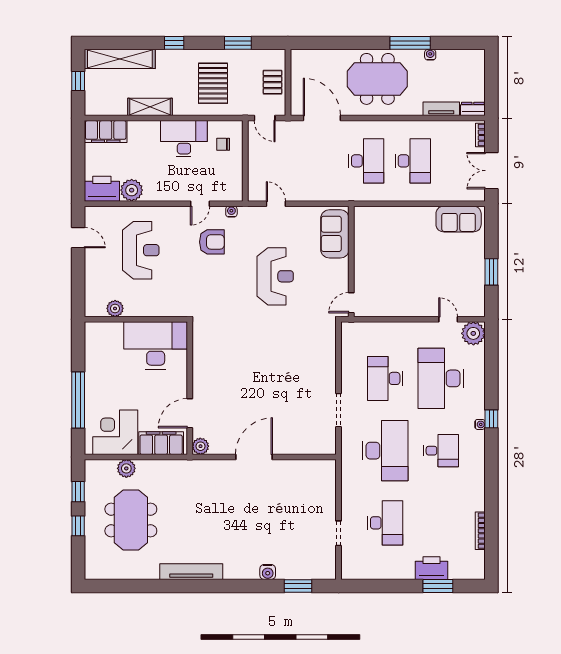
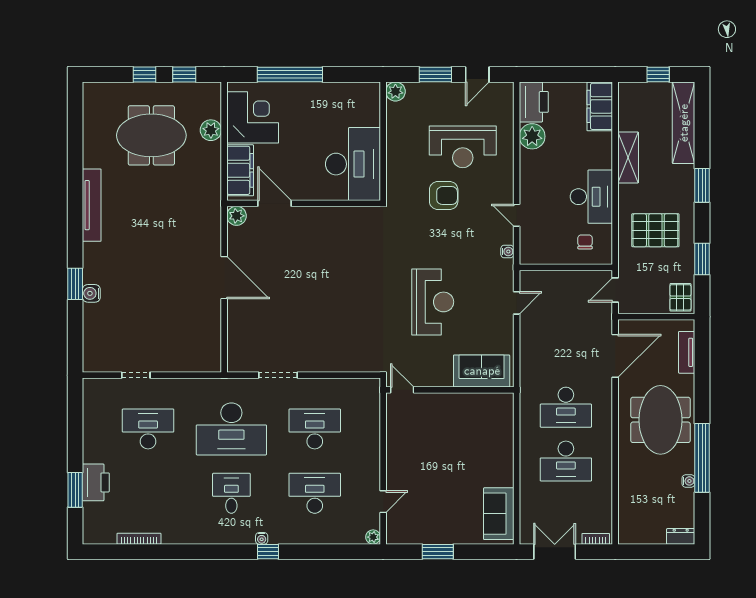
window: (174, 43) -> (702, 185), width x1.50
window: (410, 43) -> (702, 458), width x1.46
pallet: (273, 82) -> (680, 297), moved, turned 90
tv unit: (441, 109) -> (687, 352), moved, turned 180
dresser: (473, 109) -> (681, 536), moved, turned -90
armchair: (212, 242) -> (444, 196), moved, turned -90
window: (78, 274) -> (435, 75), added
reception desk: (275, 276) -> (433, 302), turned -90
plant: (115, 308) -> (395, 91), moved
plant: (473, 333) -> (373, 537), width x0.53, depth x0.53
desk: (441, 378) -> (315, 493), width x0.73, depth x0.77
desk: (441, 451) -> (231, 493), turned 180
desk: (385, 523) -> (148, 429), turned 180
window: (298, 586) -> (75, 284), moved

